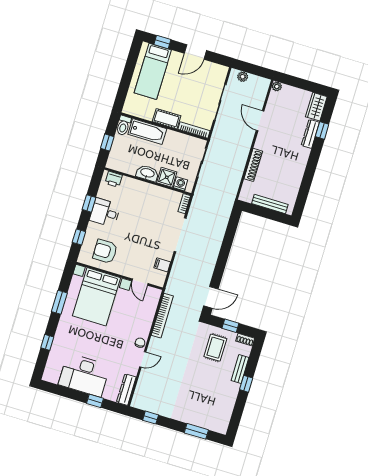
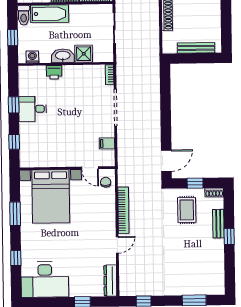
printer: (114, 179) -> (54, 72), moved
washing machine: (180, 184) -> (32, 57), moved
armchair: (105, 251) -> (45, 148), removed
bookcase: (162, 316) -> (123, 210), moved
chair: (140, 343) -> (106, 182), moved
desk: (84, 375) -> (45, 280), moved

